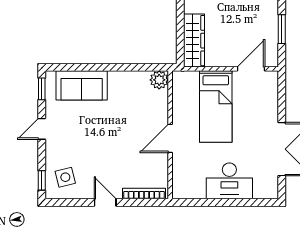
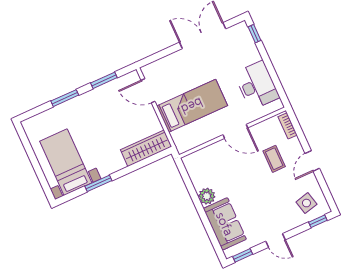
plant: (159, 80) -> (207, 196), moved
coffee table: (125, 165) -> (274, 159), added
desk: (229, 181) -> (257, 85), moved
bookcase: (144, 194) -> (288, 126), width x0.64
window: (260, 202) -> (255, 34), added

